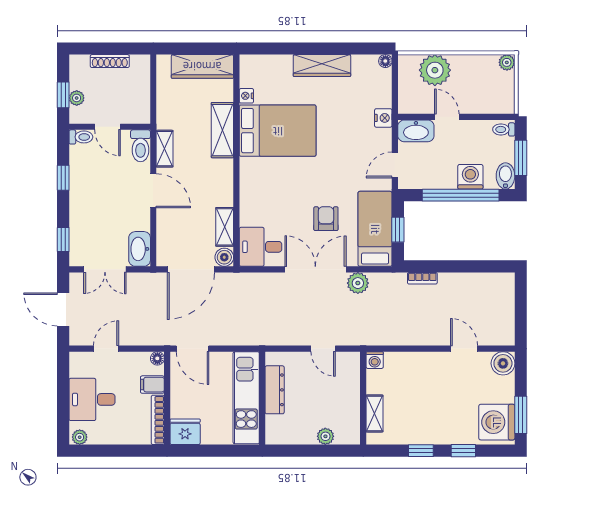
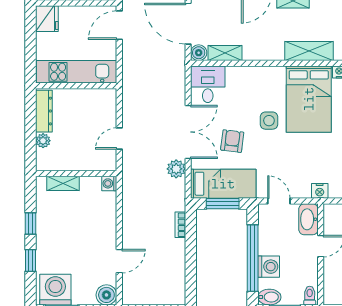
side table: (302, 176) -> (269, 121), added
armchair: (326, 219) -> (232, 141), turned -83
window: (398, 230) -> (223, 204), width x1.50
dresser: (275, 390) -> (44, 111), moved, turned -90

